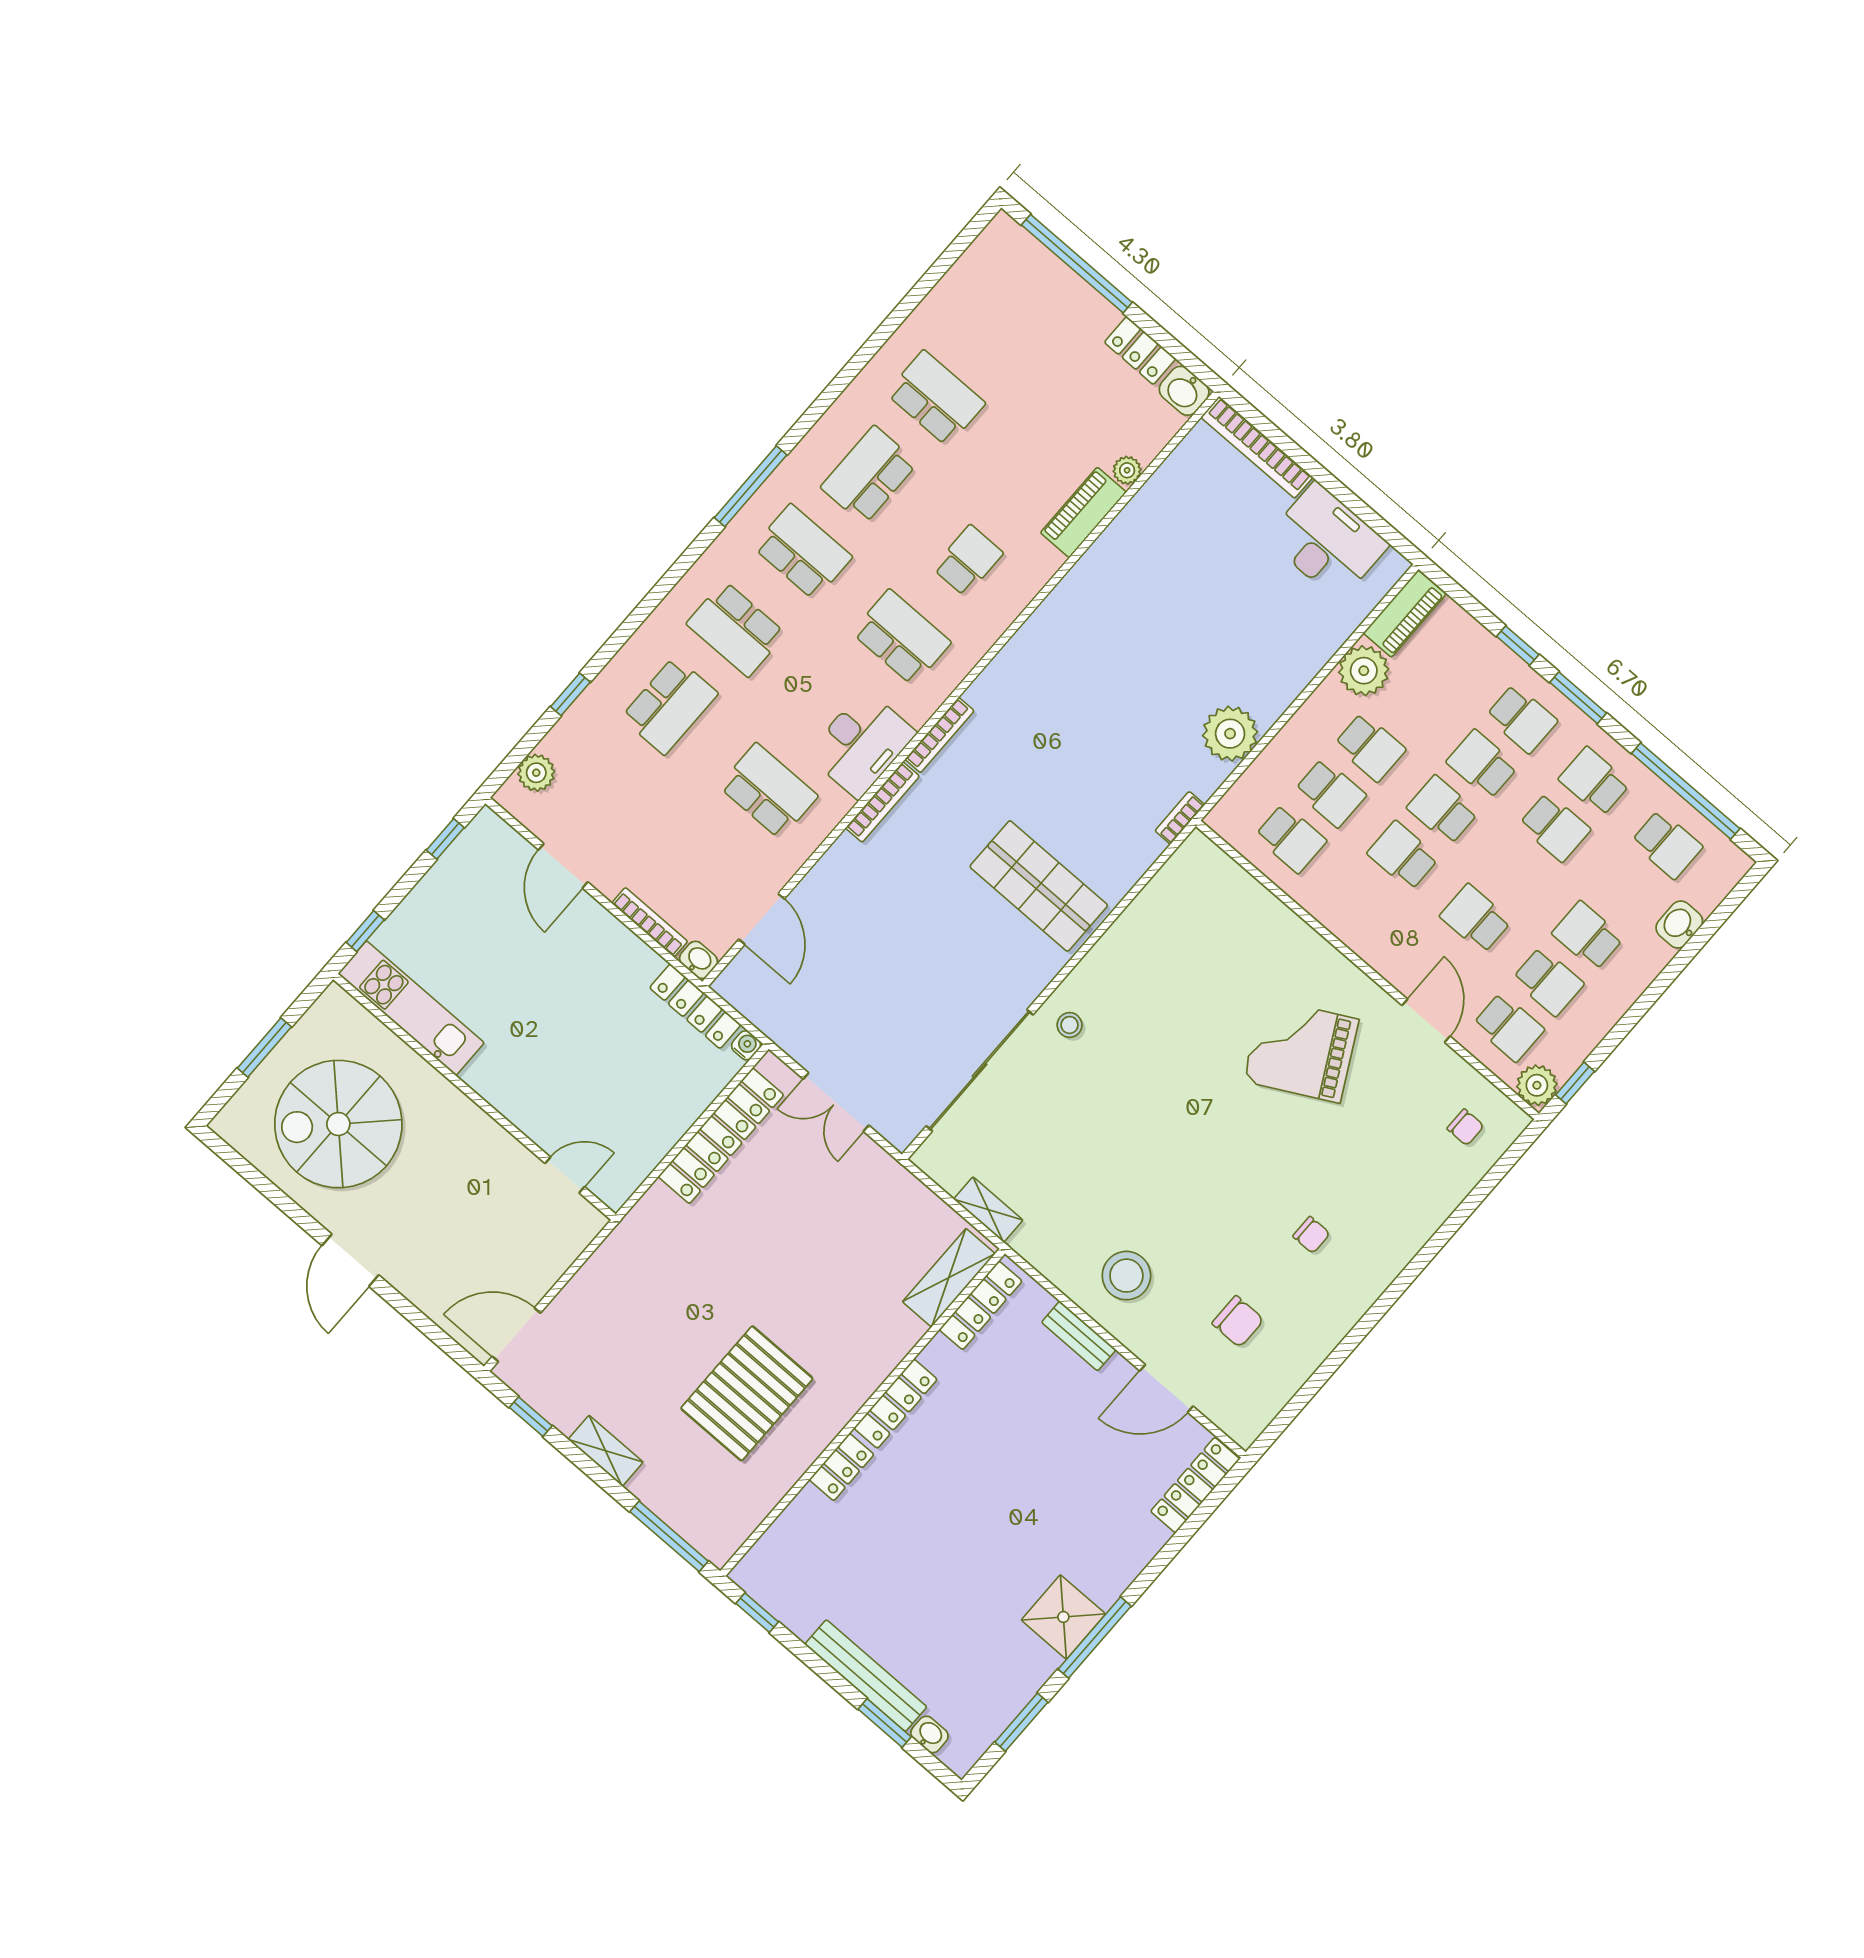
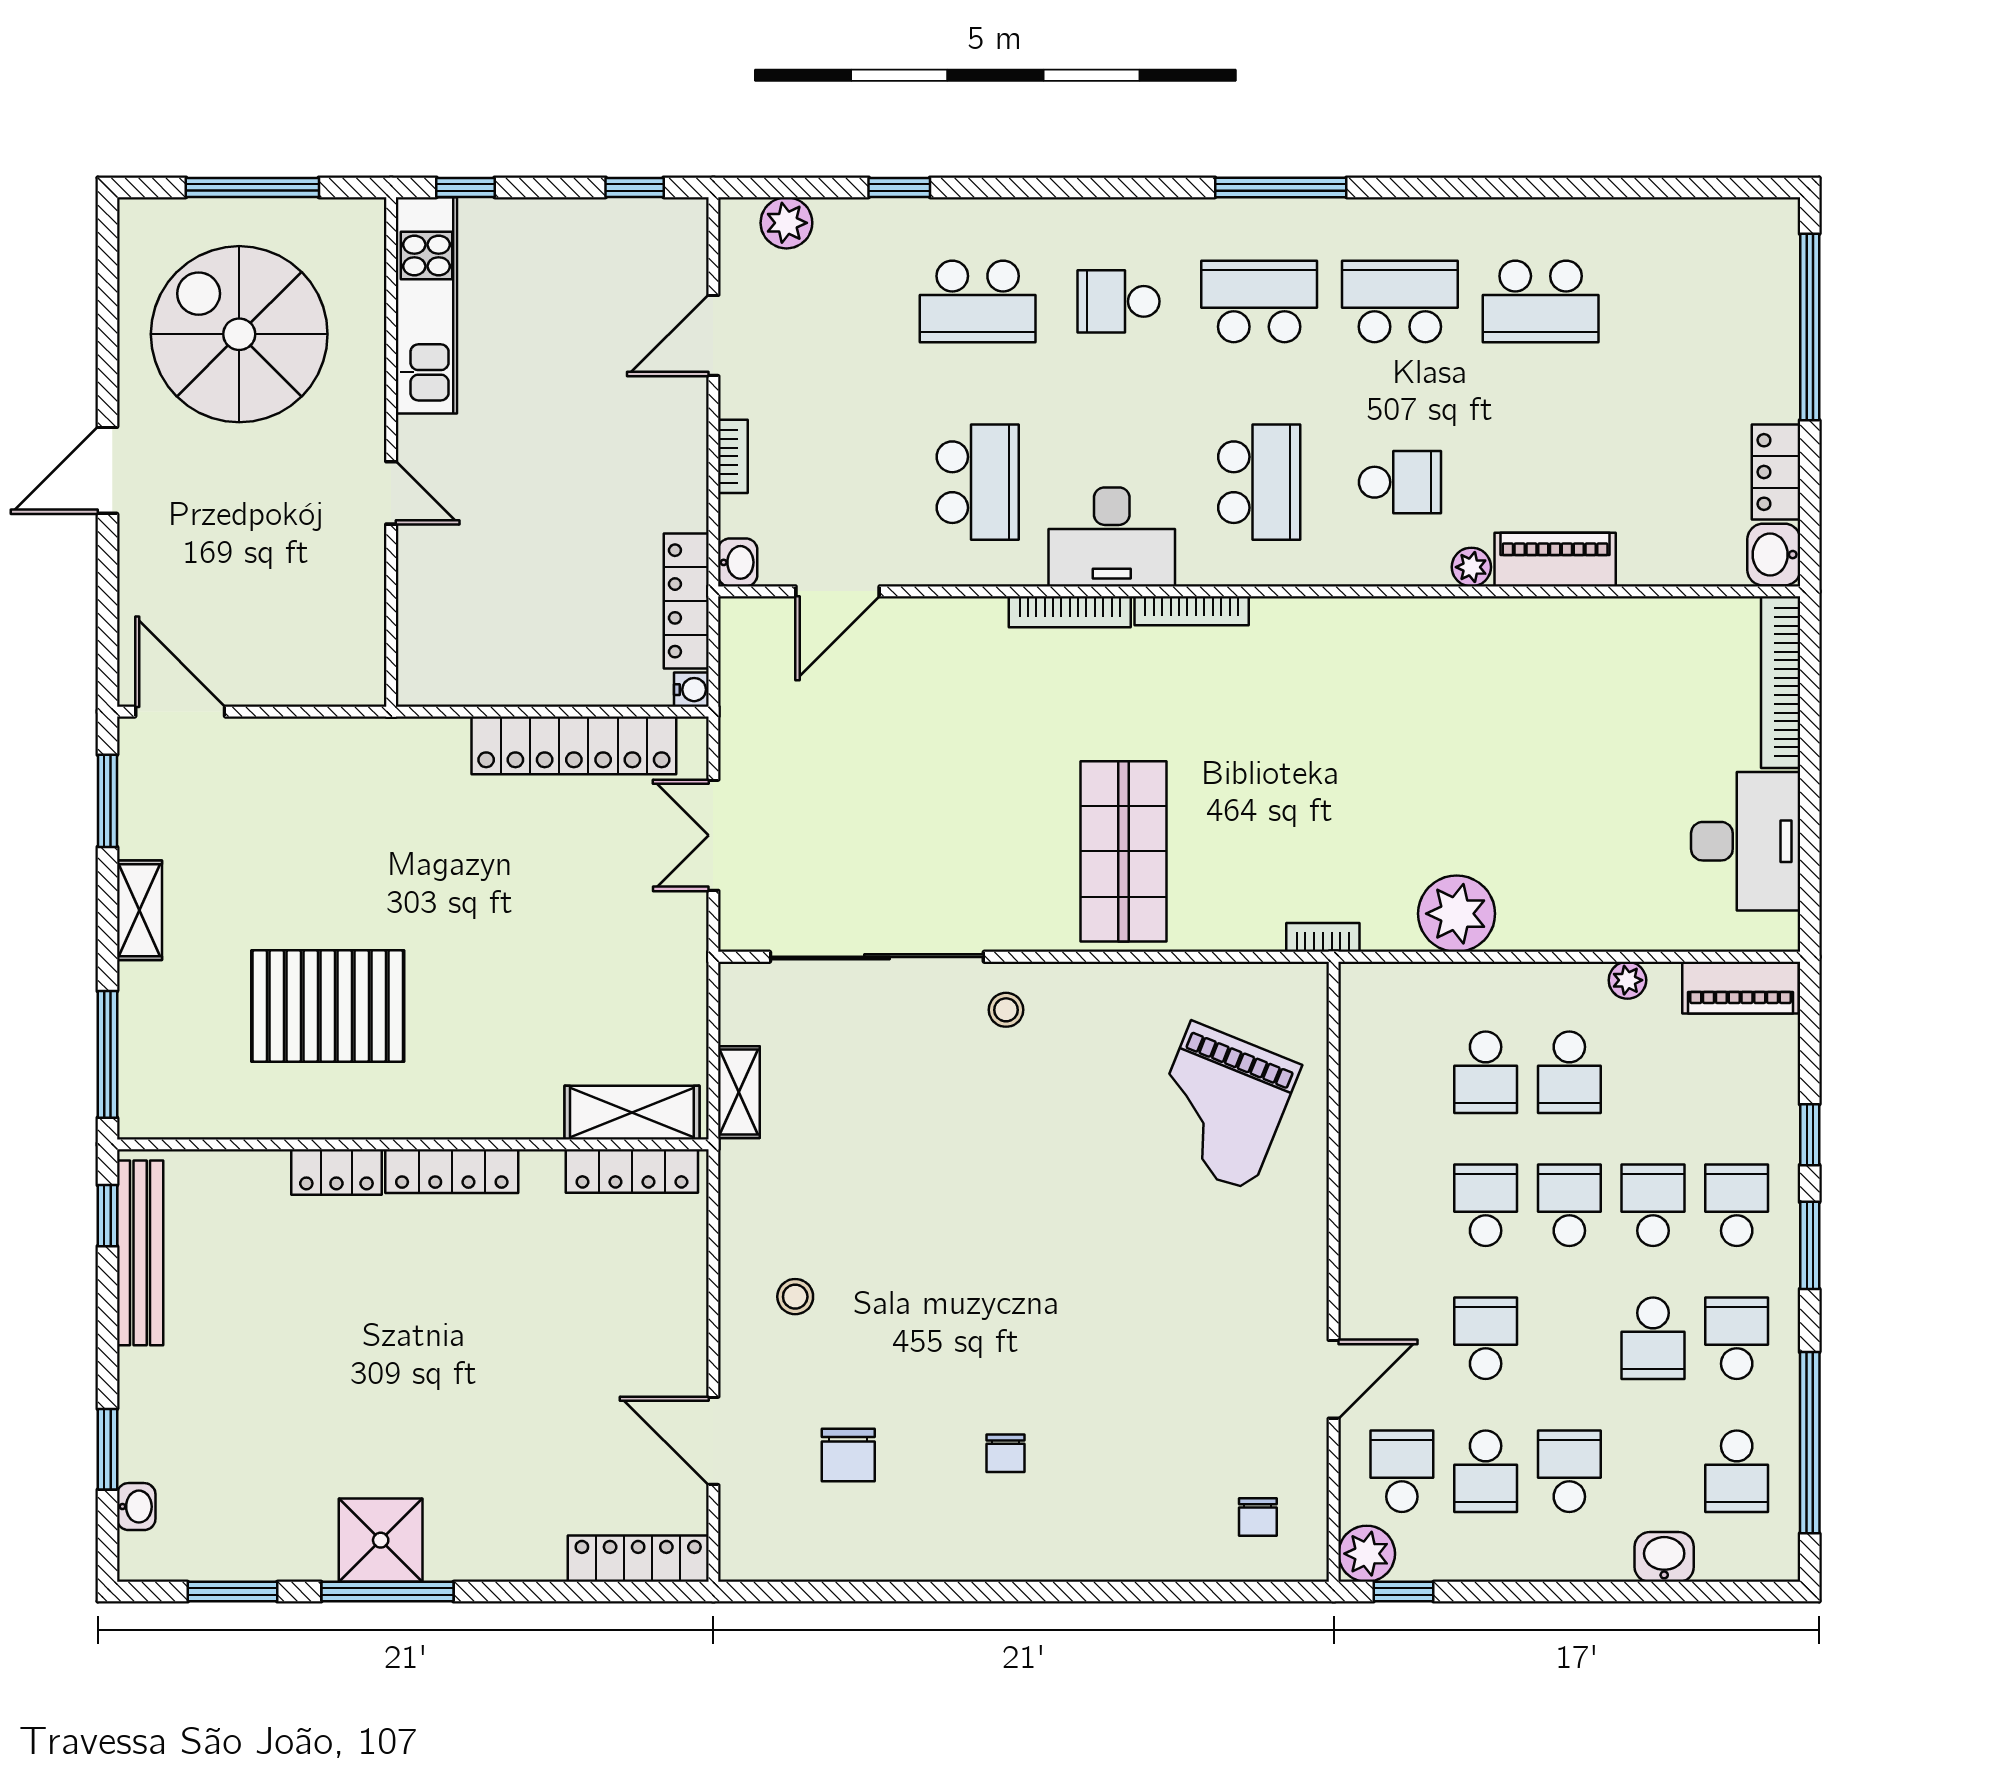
school desk: (936, 398) -> (1541, 301), turned 90
plant: (1127, 470) -> (1471, 567), moved
school desk: (803, 552) -> (1259, 301), turned -90
school desk: (736, 629) -> (1118, 301), width x0.54
plant: (1364, 671) -> (1627, 980), width x0.53, depth x0.53
school desk: (1522, 719) -> (1737, 1205), turned 180
school desk: (1291, 838) -> (1402, 1072), removed
bookcase: (650, 922) -> (733, 456), width x0.64
school desk: (1509, 1027) -> (1402, 1471), turned 180
window: (264, 1048) -> (252, 187), width x1.44
grand piano: (1301, 1050) -> (1221, 1107), moved, turned -130
door: (565, 1175) -> (391, 493), moved
stool: (1126, 1276) -> (795, 1297), width x0.53, depth x0.53
bench: (1079, 1336) -> (689, 1301), removed
window: (531, 1417) -> (107, 801), width x1.50
bench: (866, 1676) -> (140, 1253), moved

